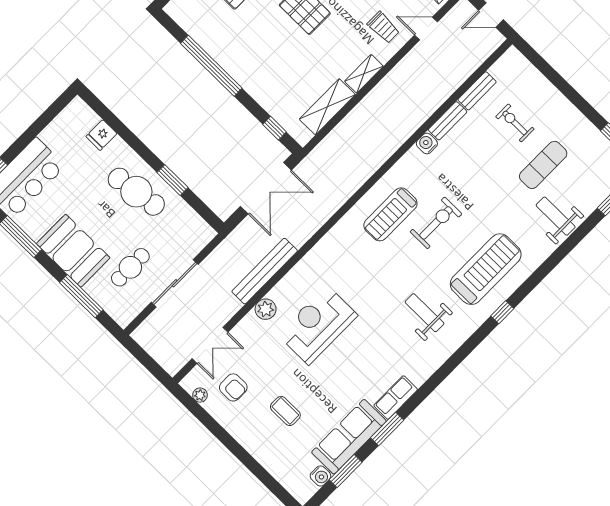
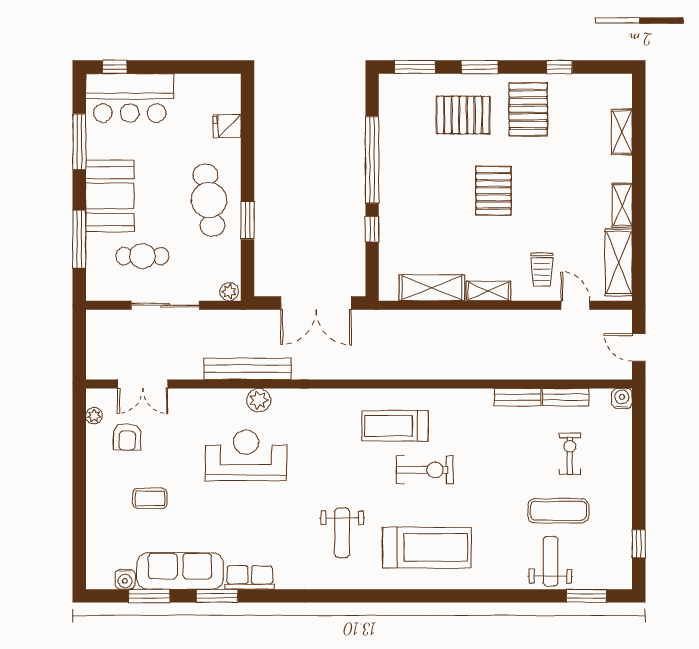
window: (275, 128) -> (372, 229), moved
water cooler: (427, 144) -> (622, 399), moved
weight bench: (556, 216) -> (551, 561), moved
plant: (205, 235) -> (229, 292), added
plant: (266, 309) -> (259, 400), moved
window: (502, 312) -> (405, 596), removed
weight bench: (425, 313) -> (342, 533), turned 180
coffee table: (285, 411) -> (150, 498), turned 90

